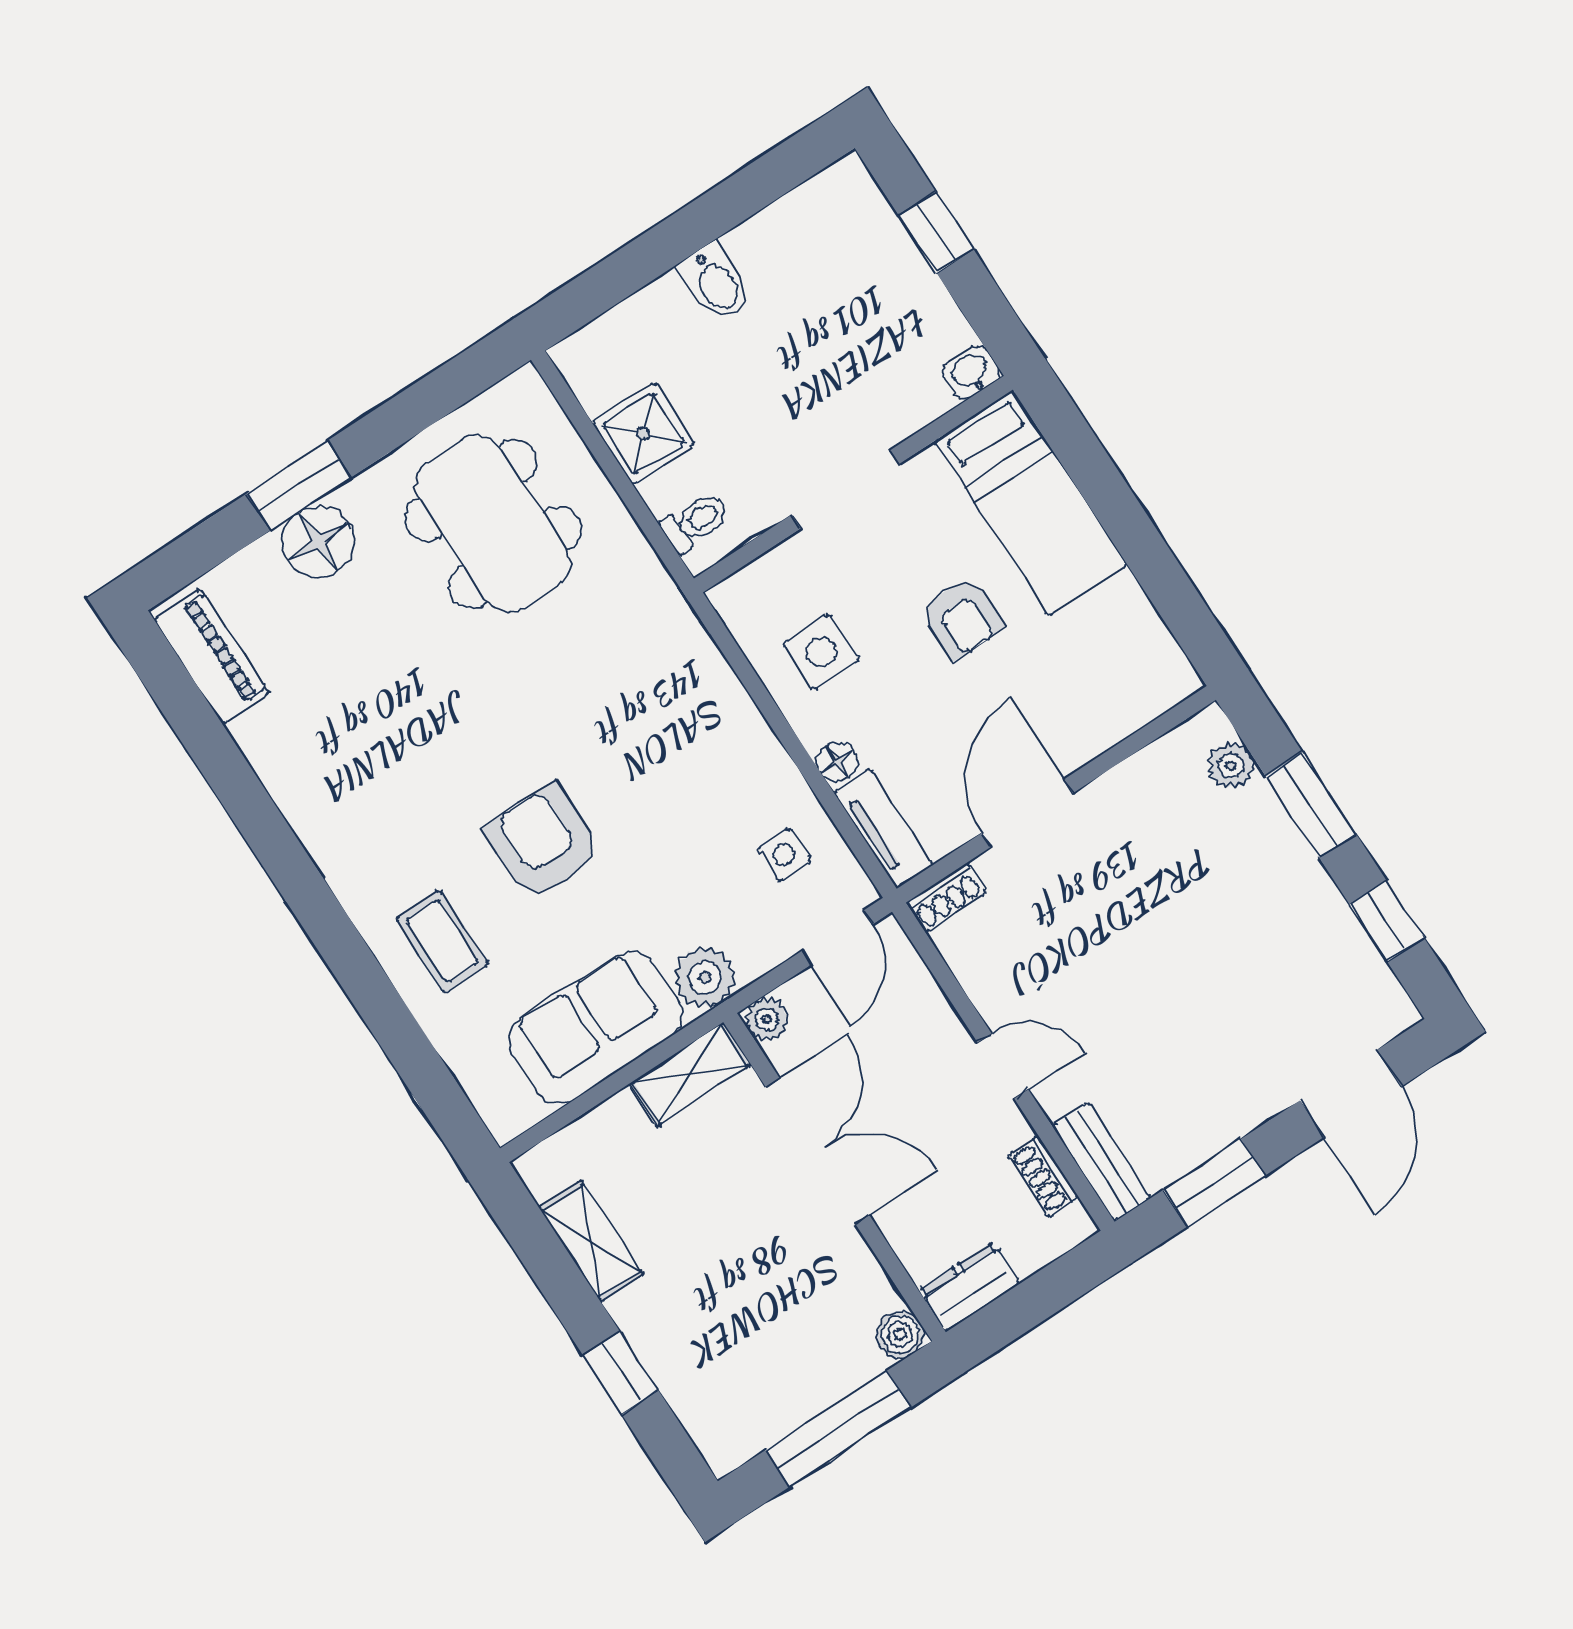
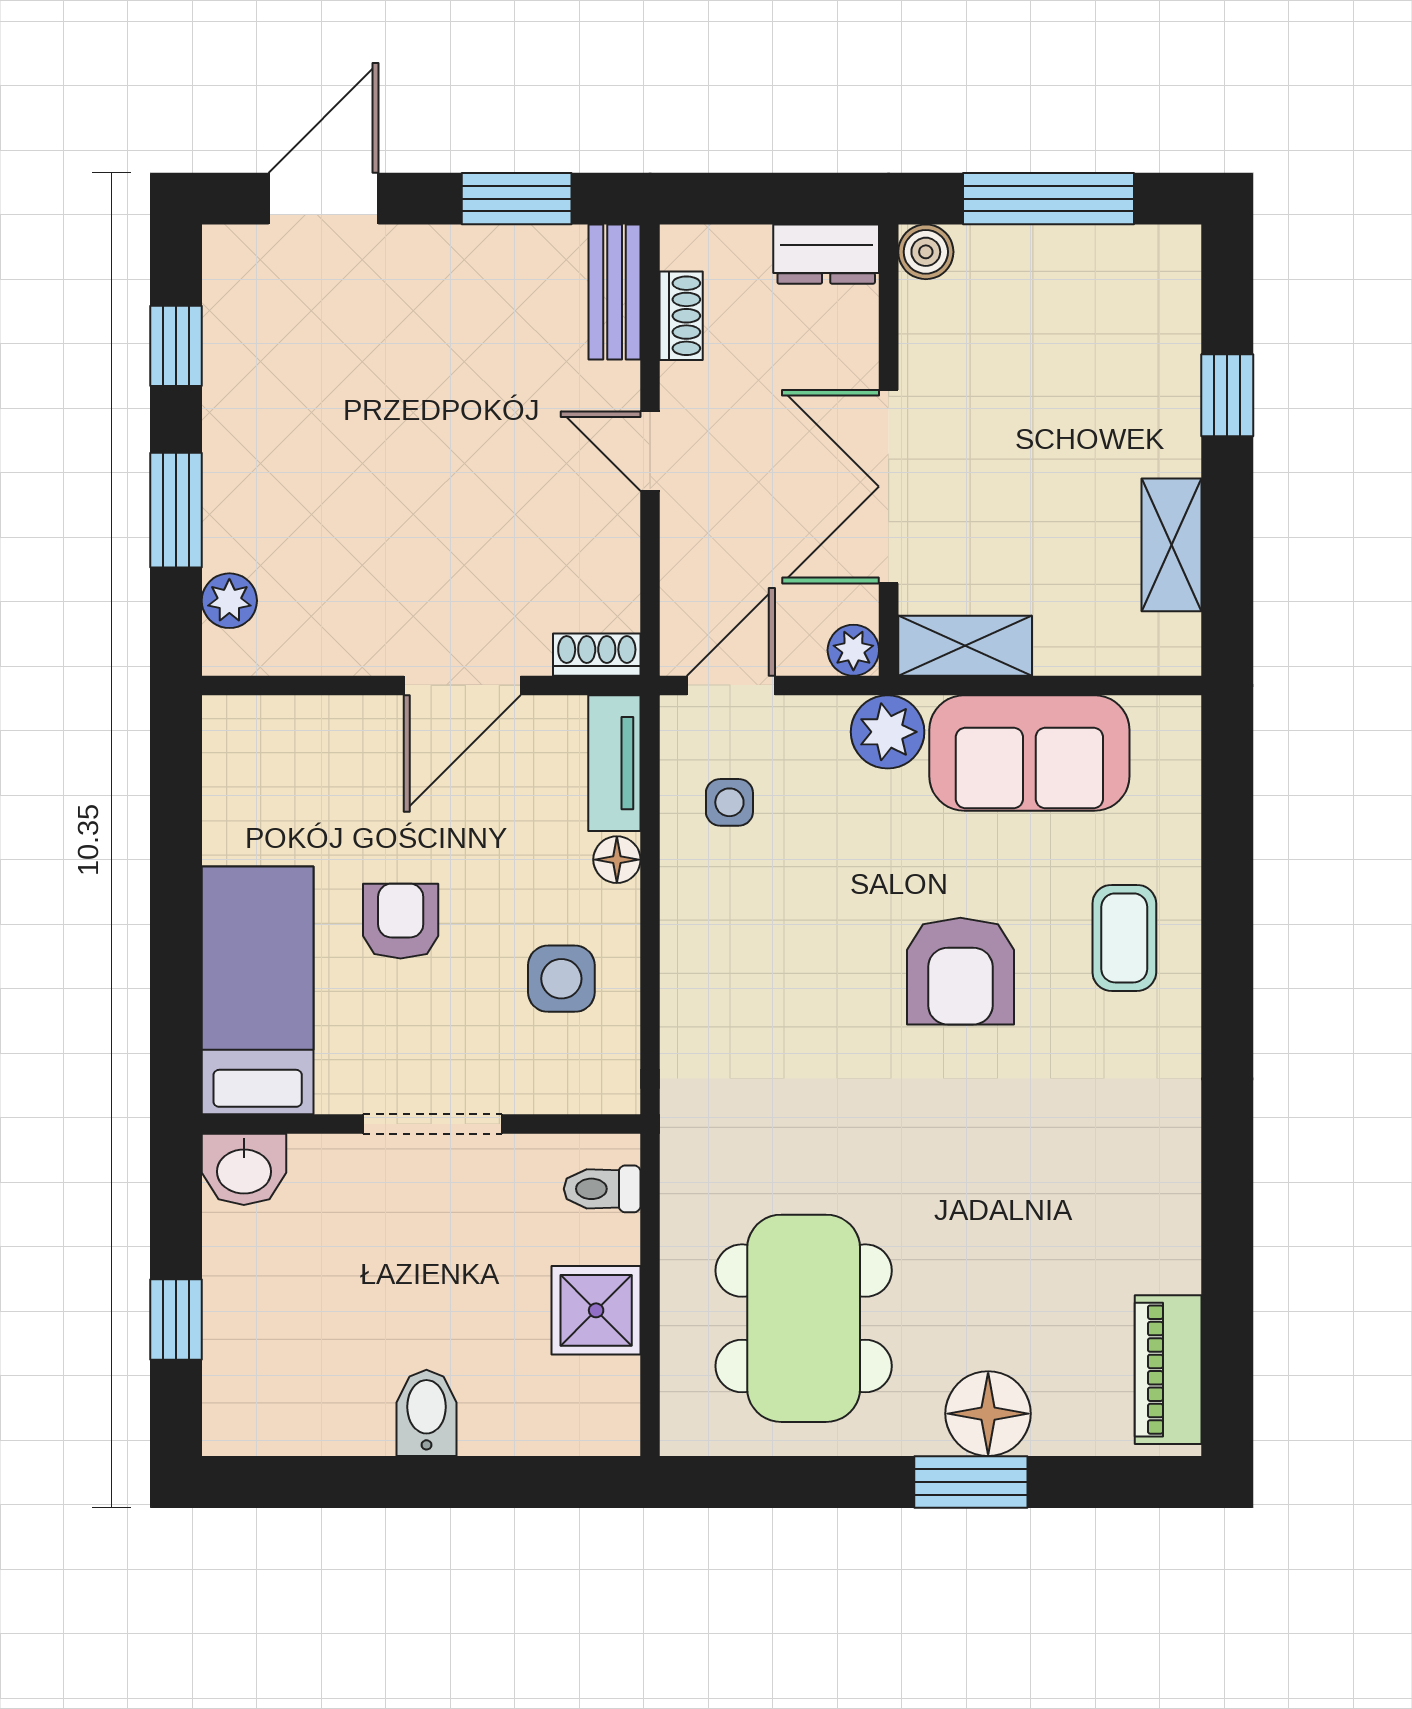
washbasin: (971, 373) -> (244, 1169), width x1.38, depth x1.45

